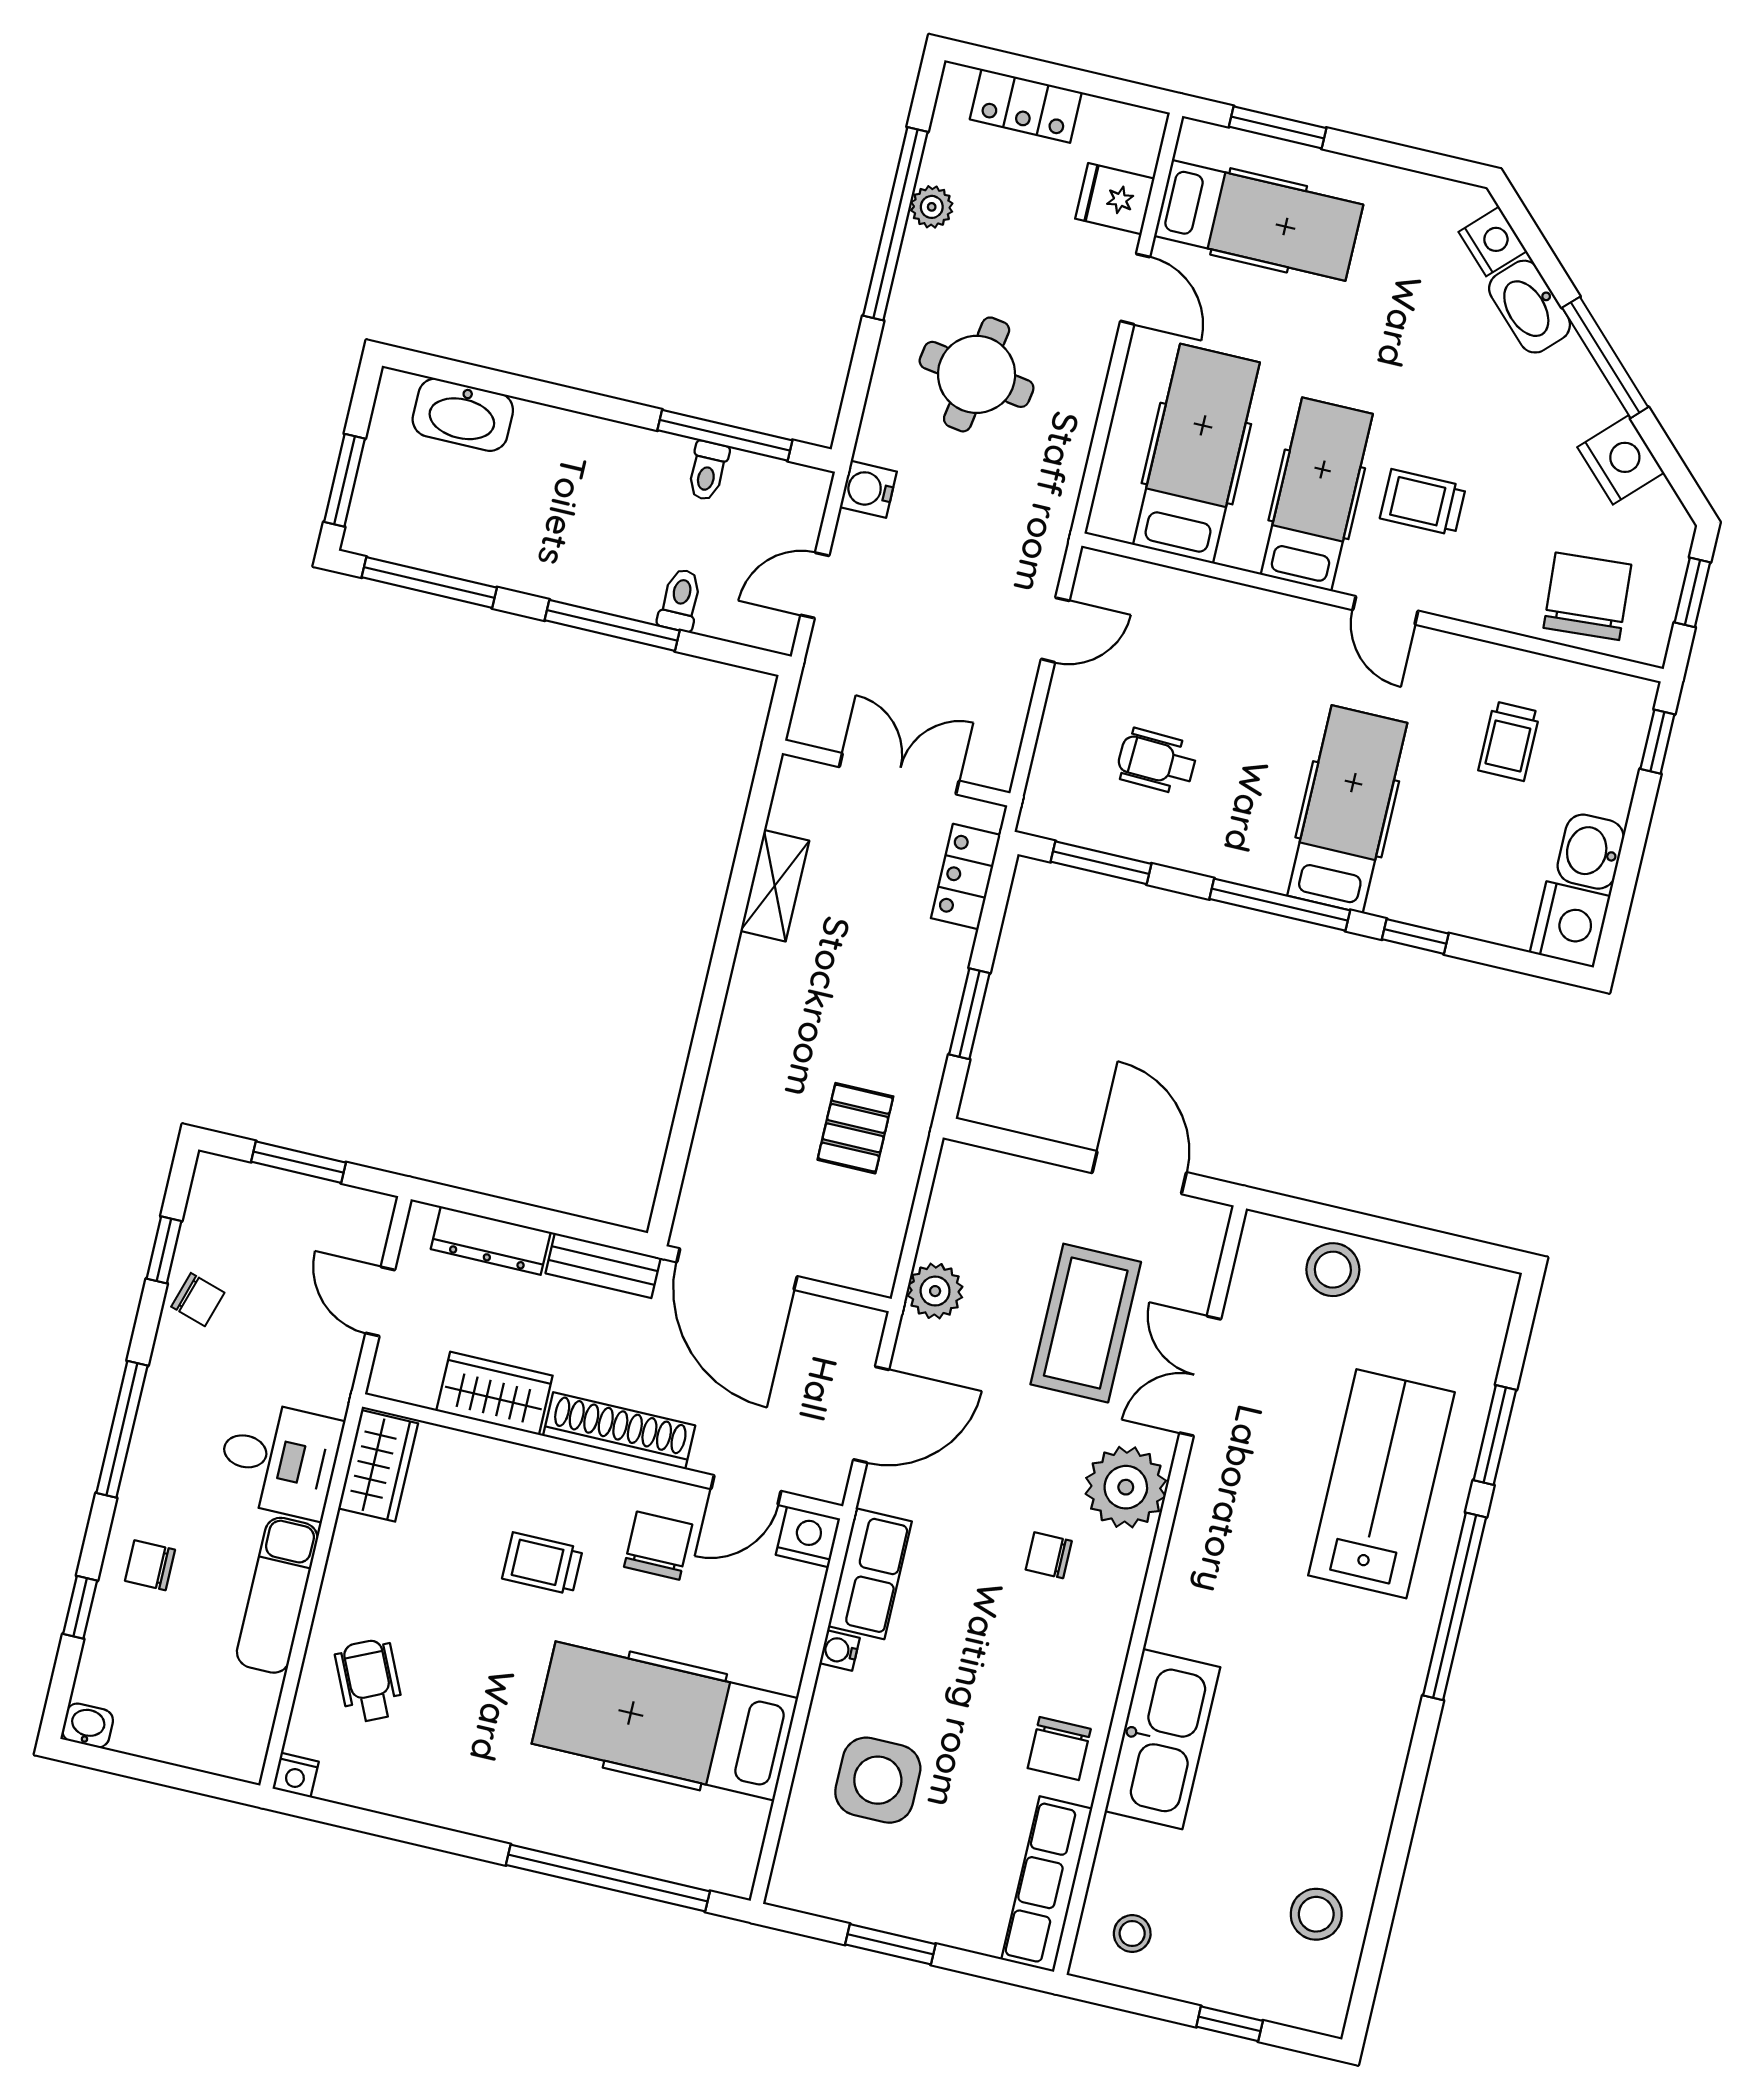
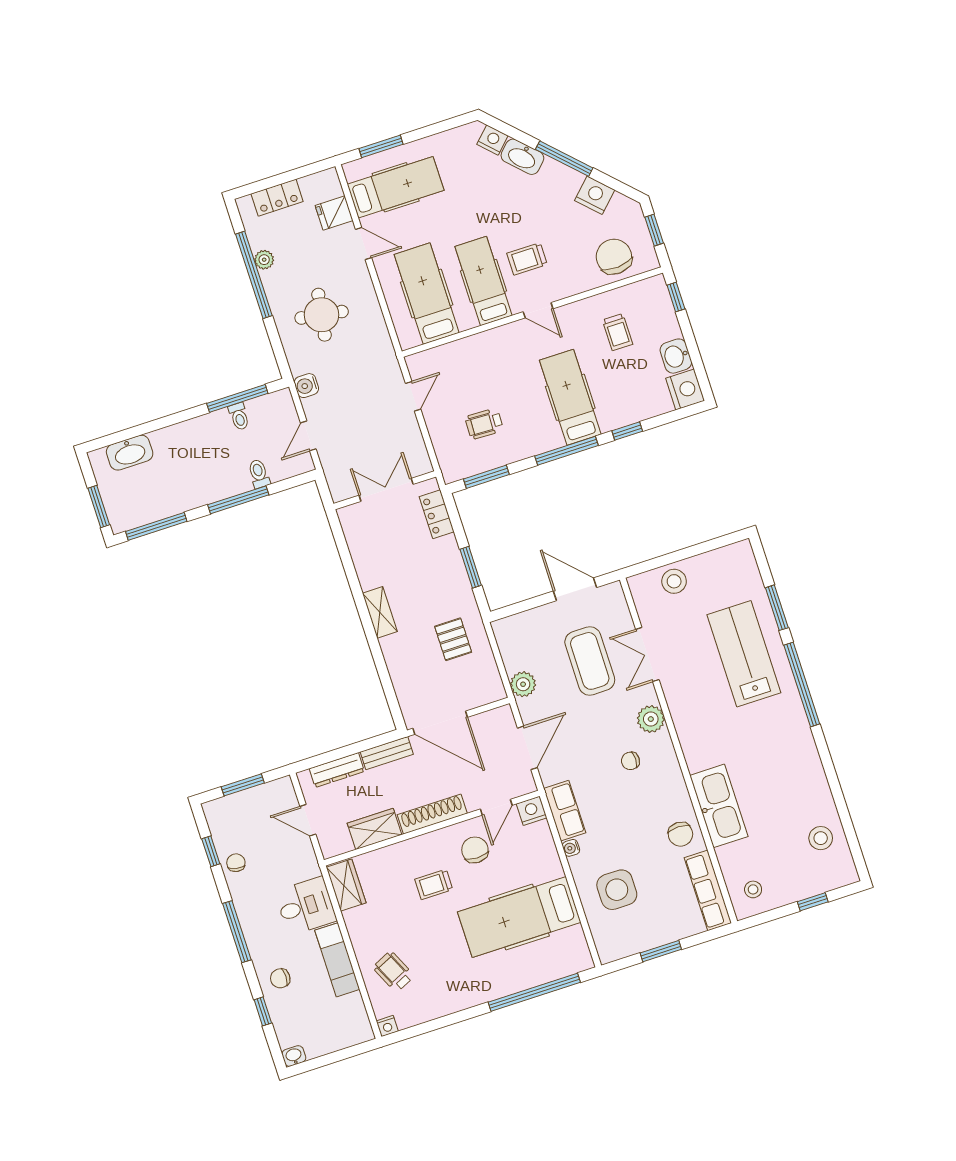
shelving: (775, 886) -> (380, 612), moved
chair: (198, 1300) -> (236, 863), turned -96
plant: (1126, 1487) -> (651, 719), width x0.73, depth x0.73

